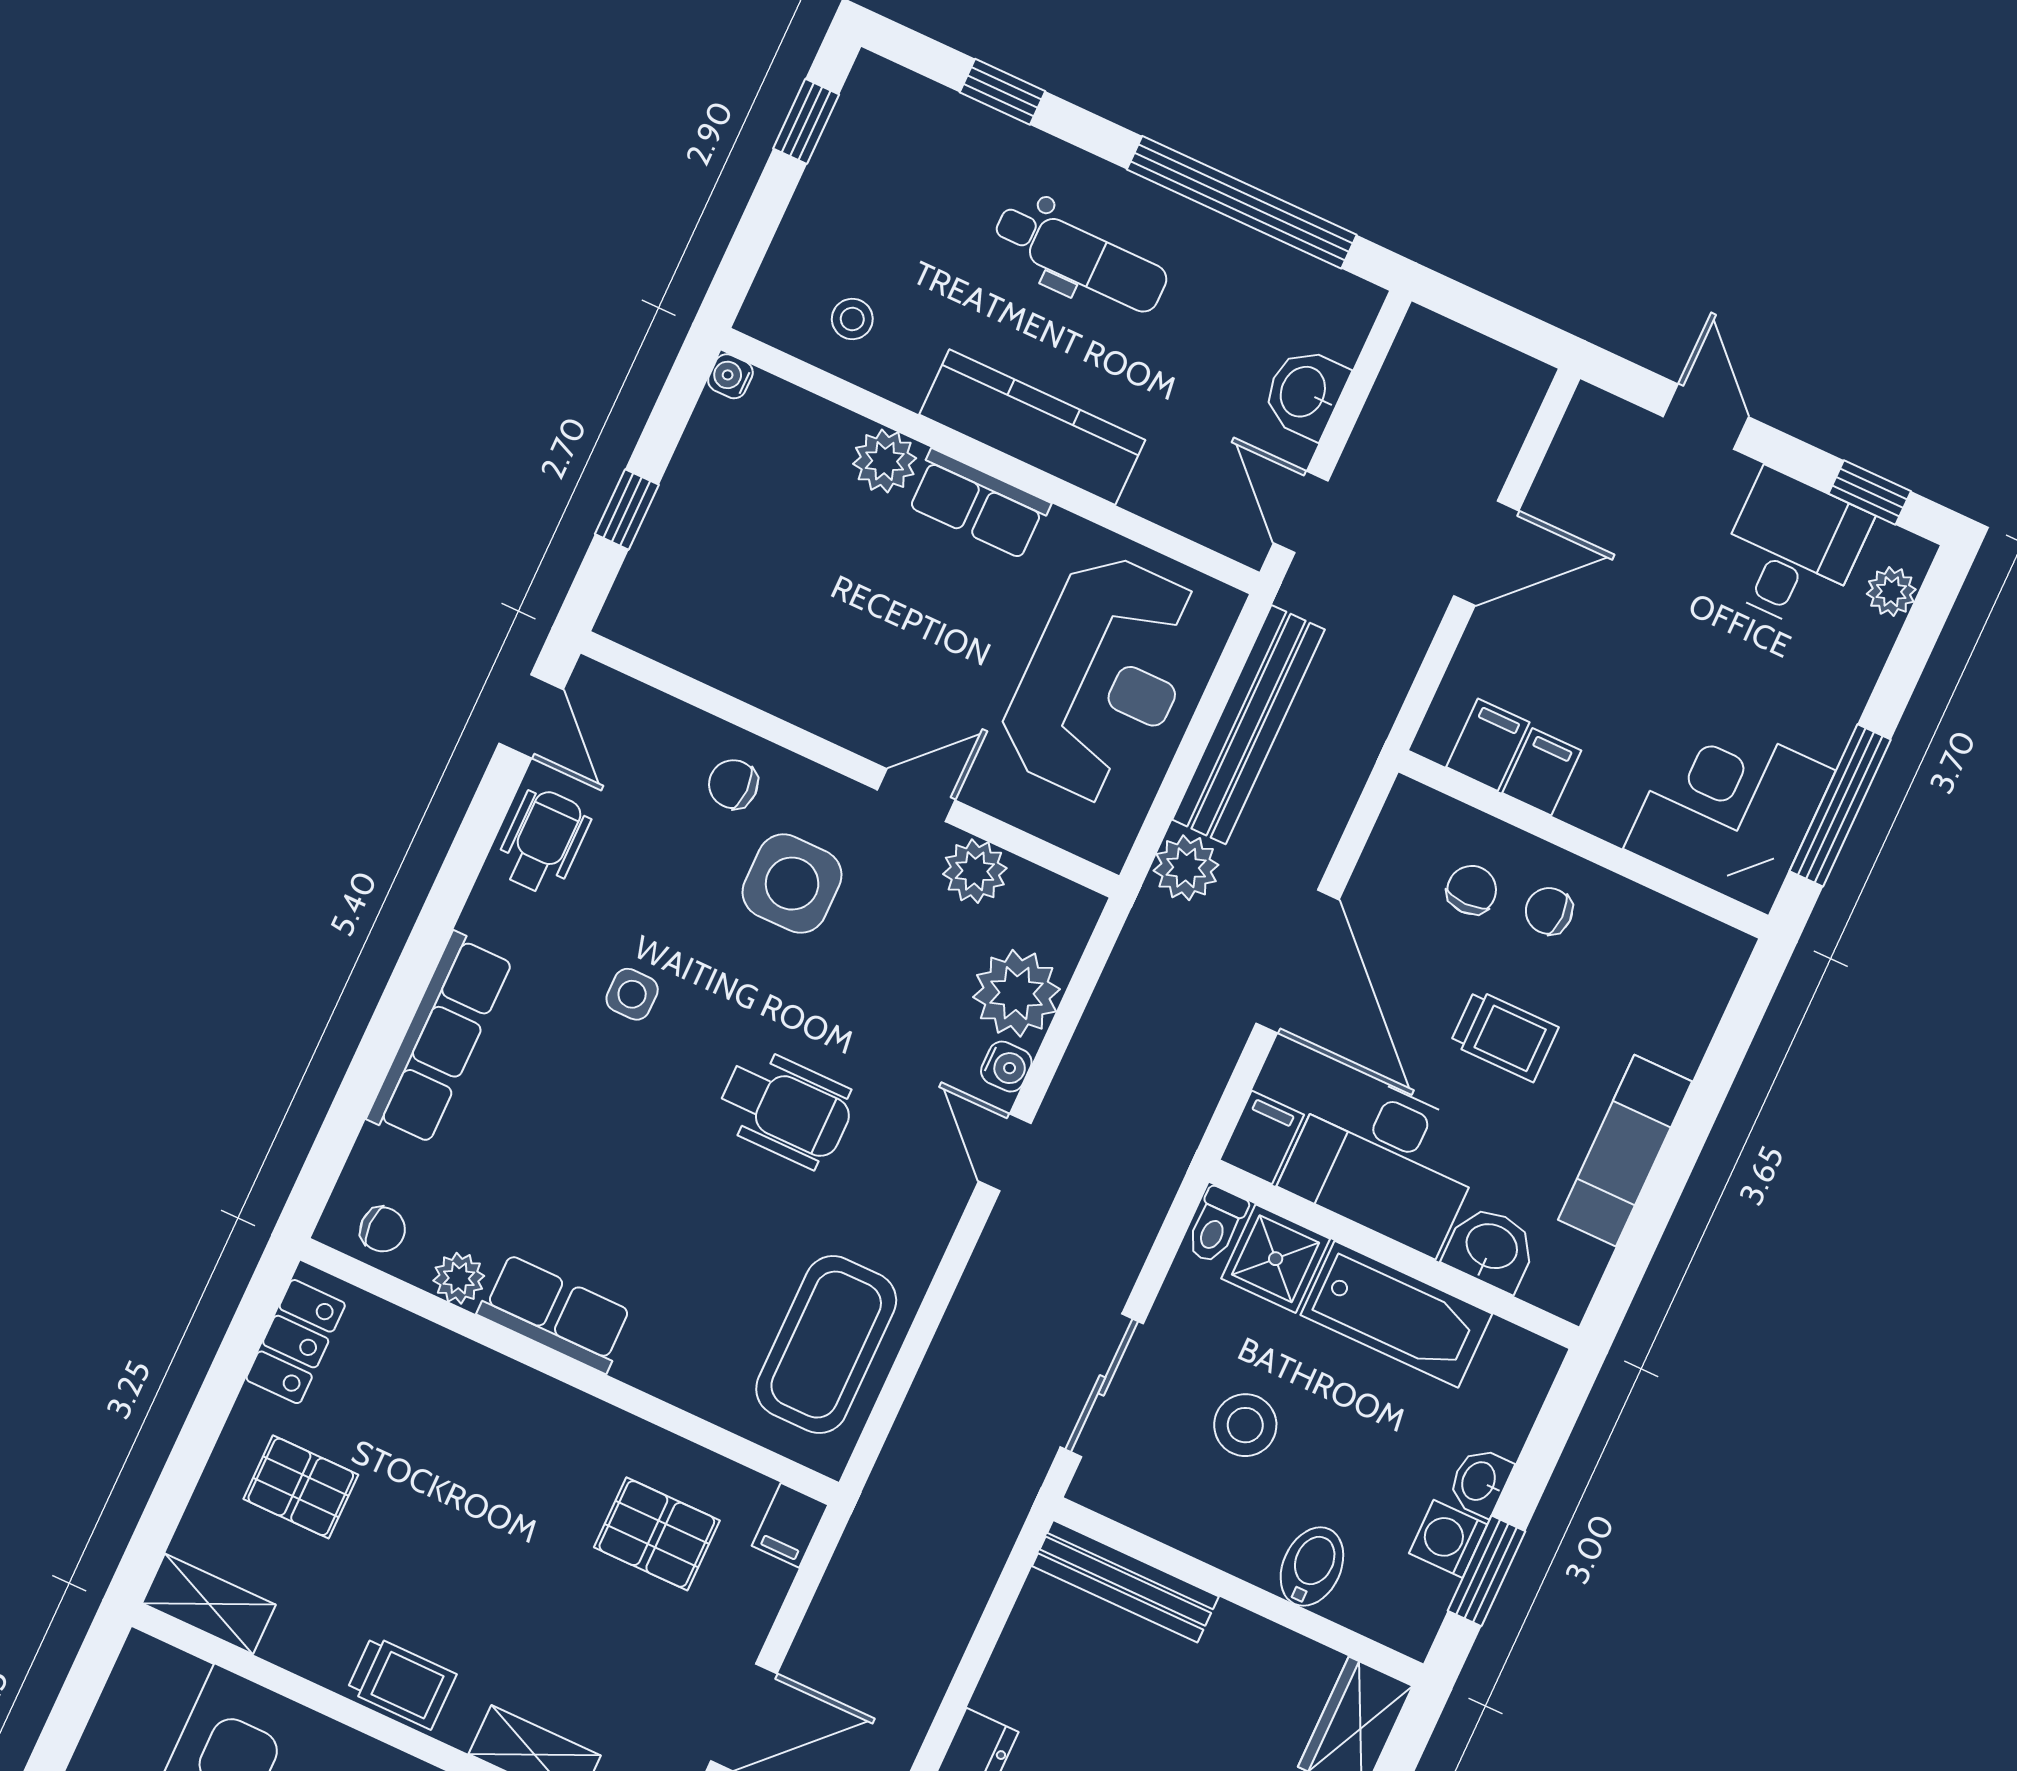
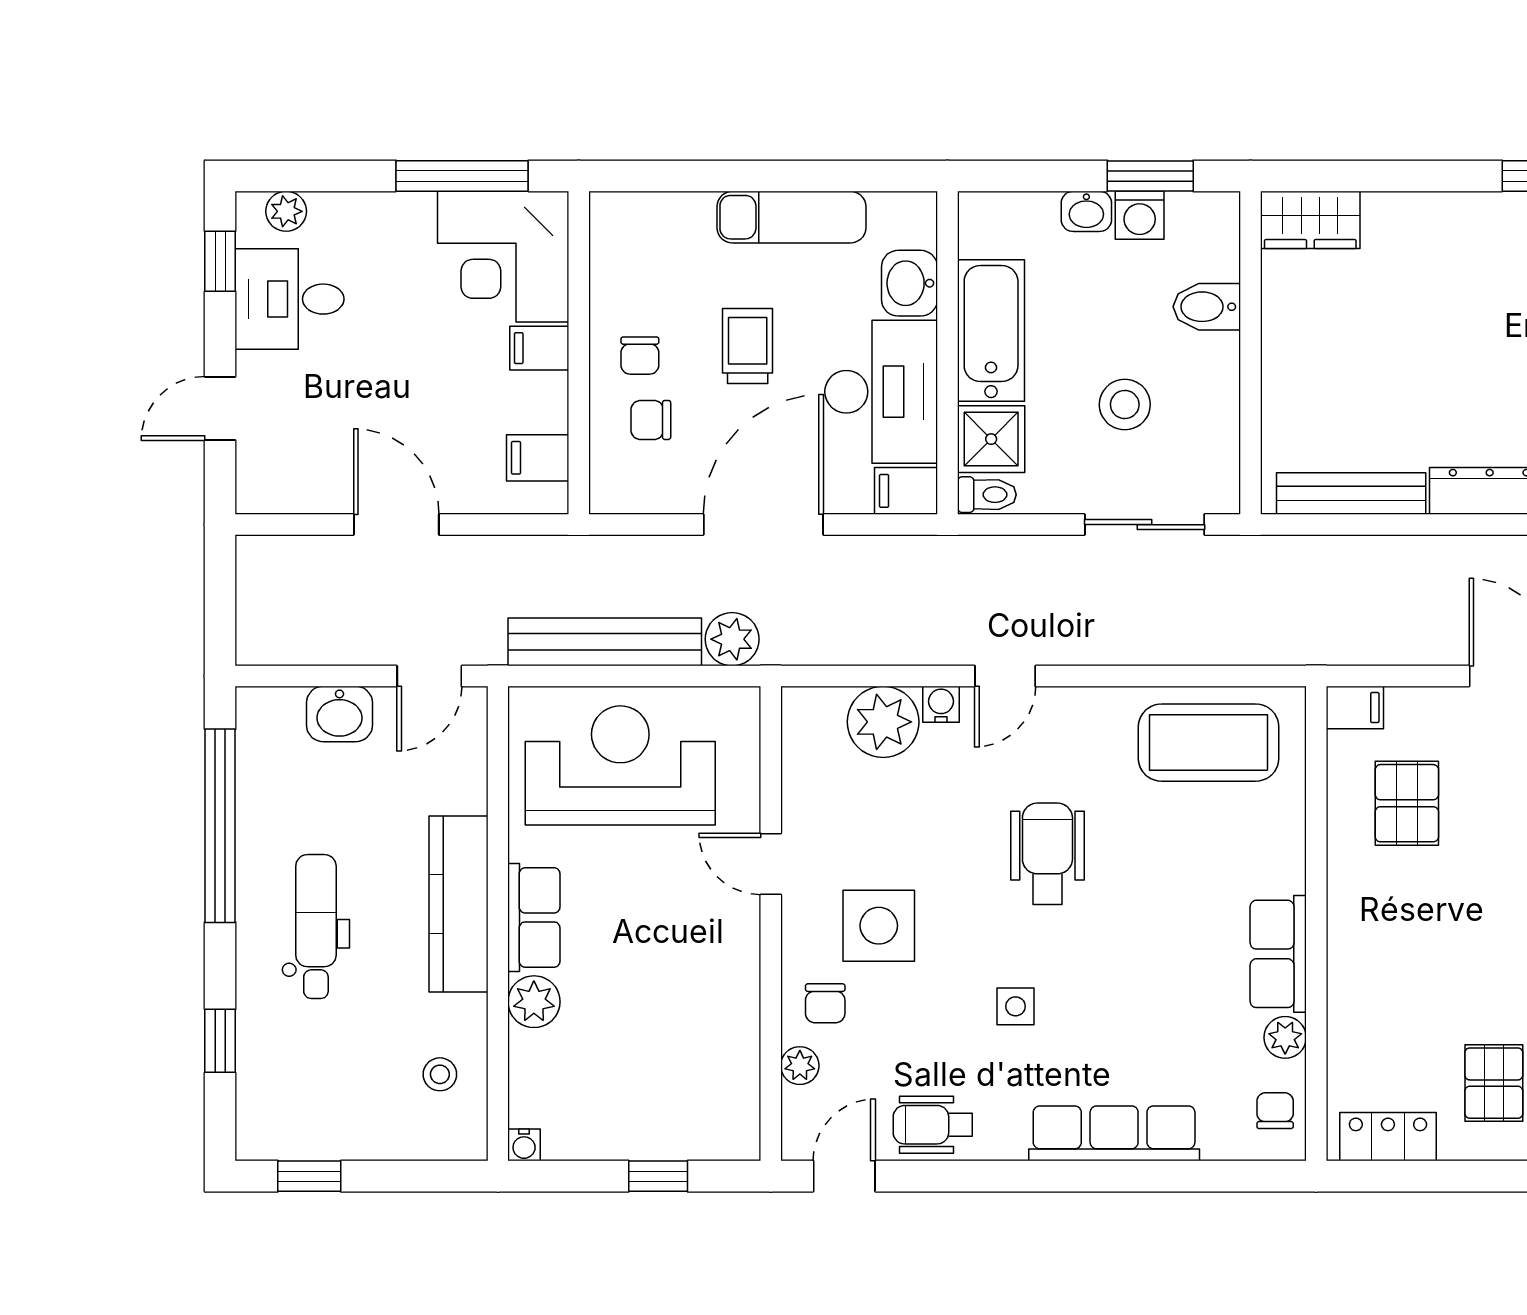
filing cabinet: (1542, 772) -> (539, 348), moved
plant: (975, 871) -> (800, 1066), moved, width x0.73, depth x0.73
bench: (1125, 1581) -> (1351, 494), moved, turned 90

